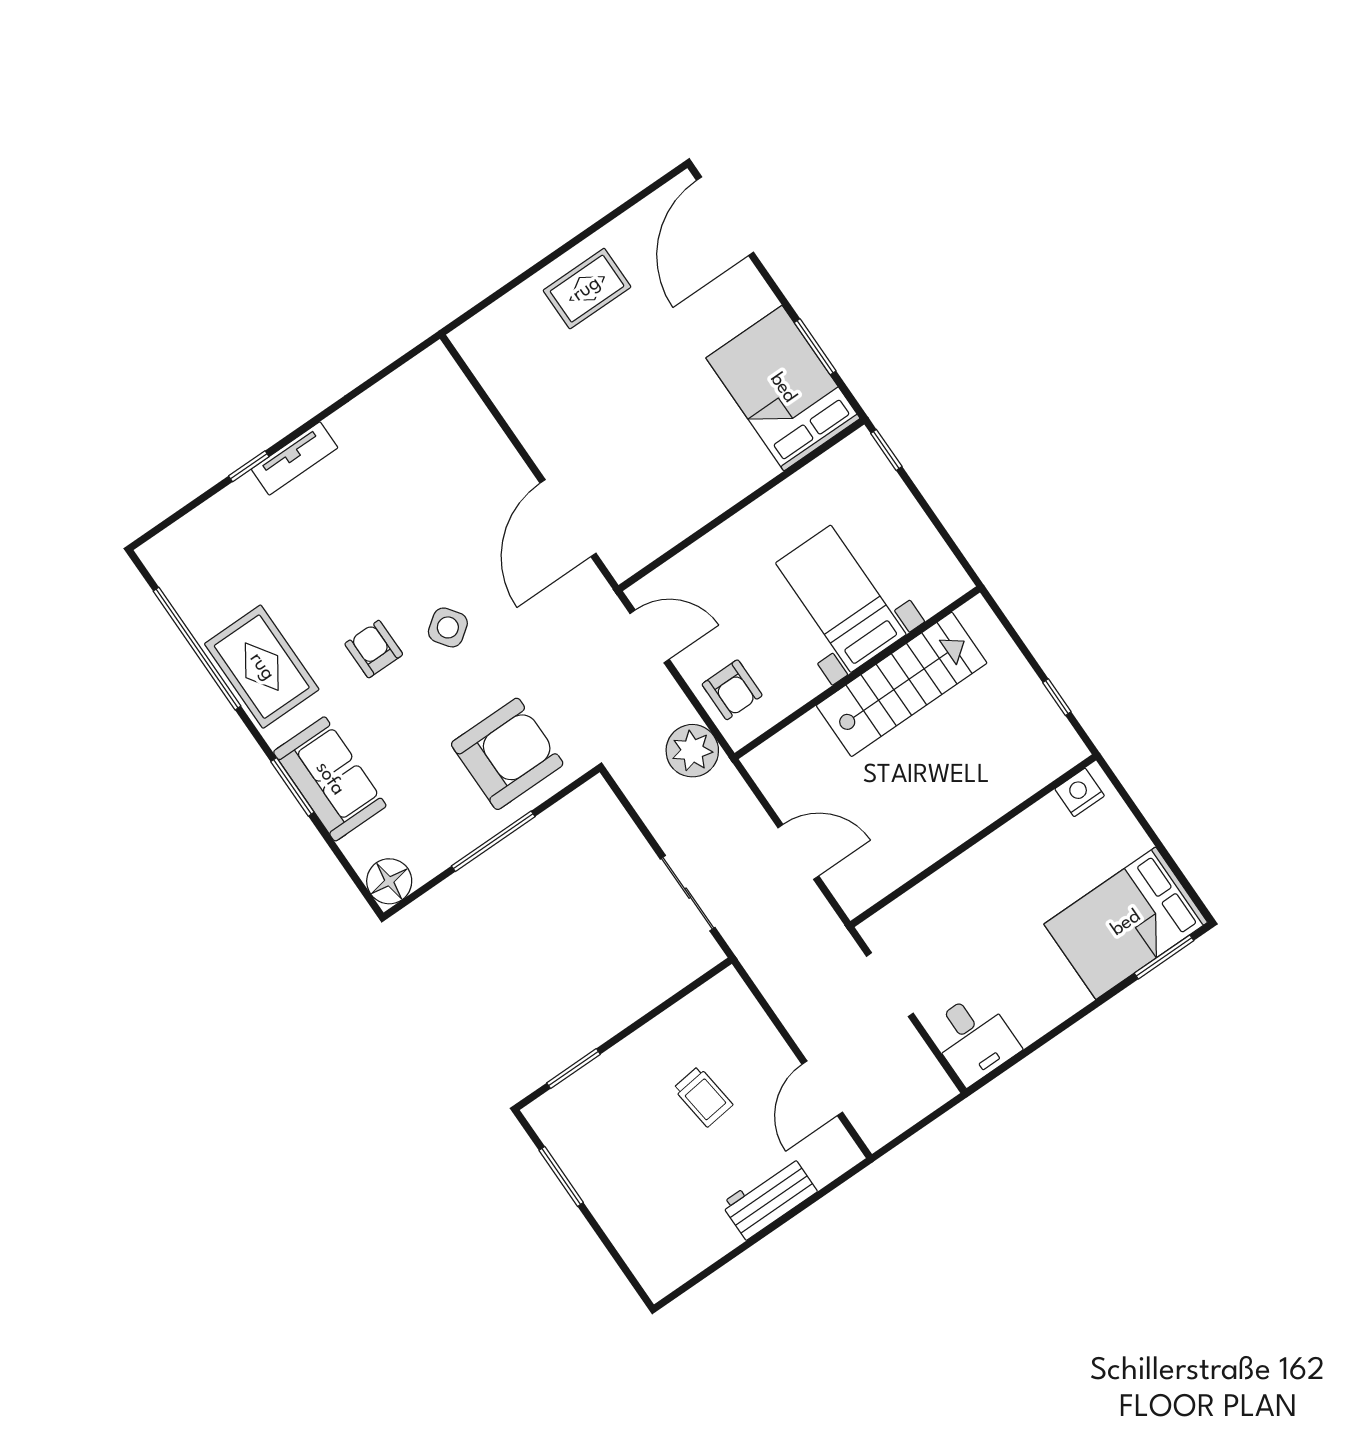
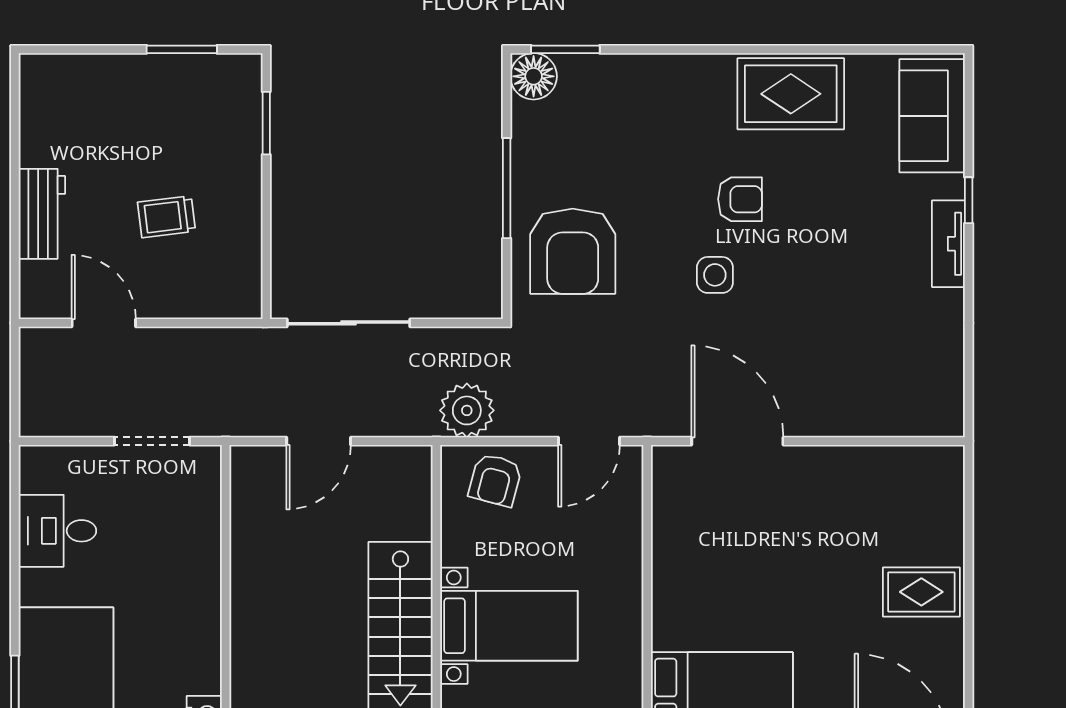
rug: (587, 289) -> (921, 592), turned 90
side table: (448, 627) -> (715, 275), turned 36
window: (197, 649) -> (844, 49), removed
armchair: (732, 690) -> (495, 480), turned -75
sofa: (330, 779) -> (932, 116), moved, turned 90
window: (292, 787) -> (565, 49), moved
sliding door: (688, 893) -> (348, 323), width x1.37
desk: (974, 1038) -> (57, 531), moved

